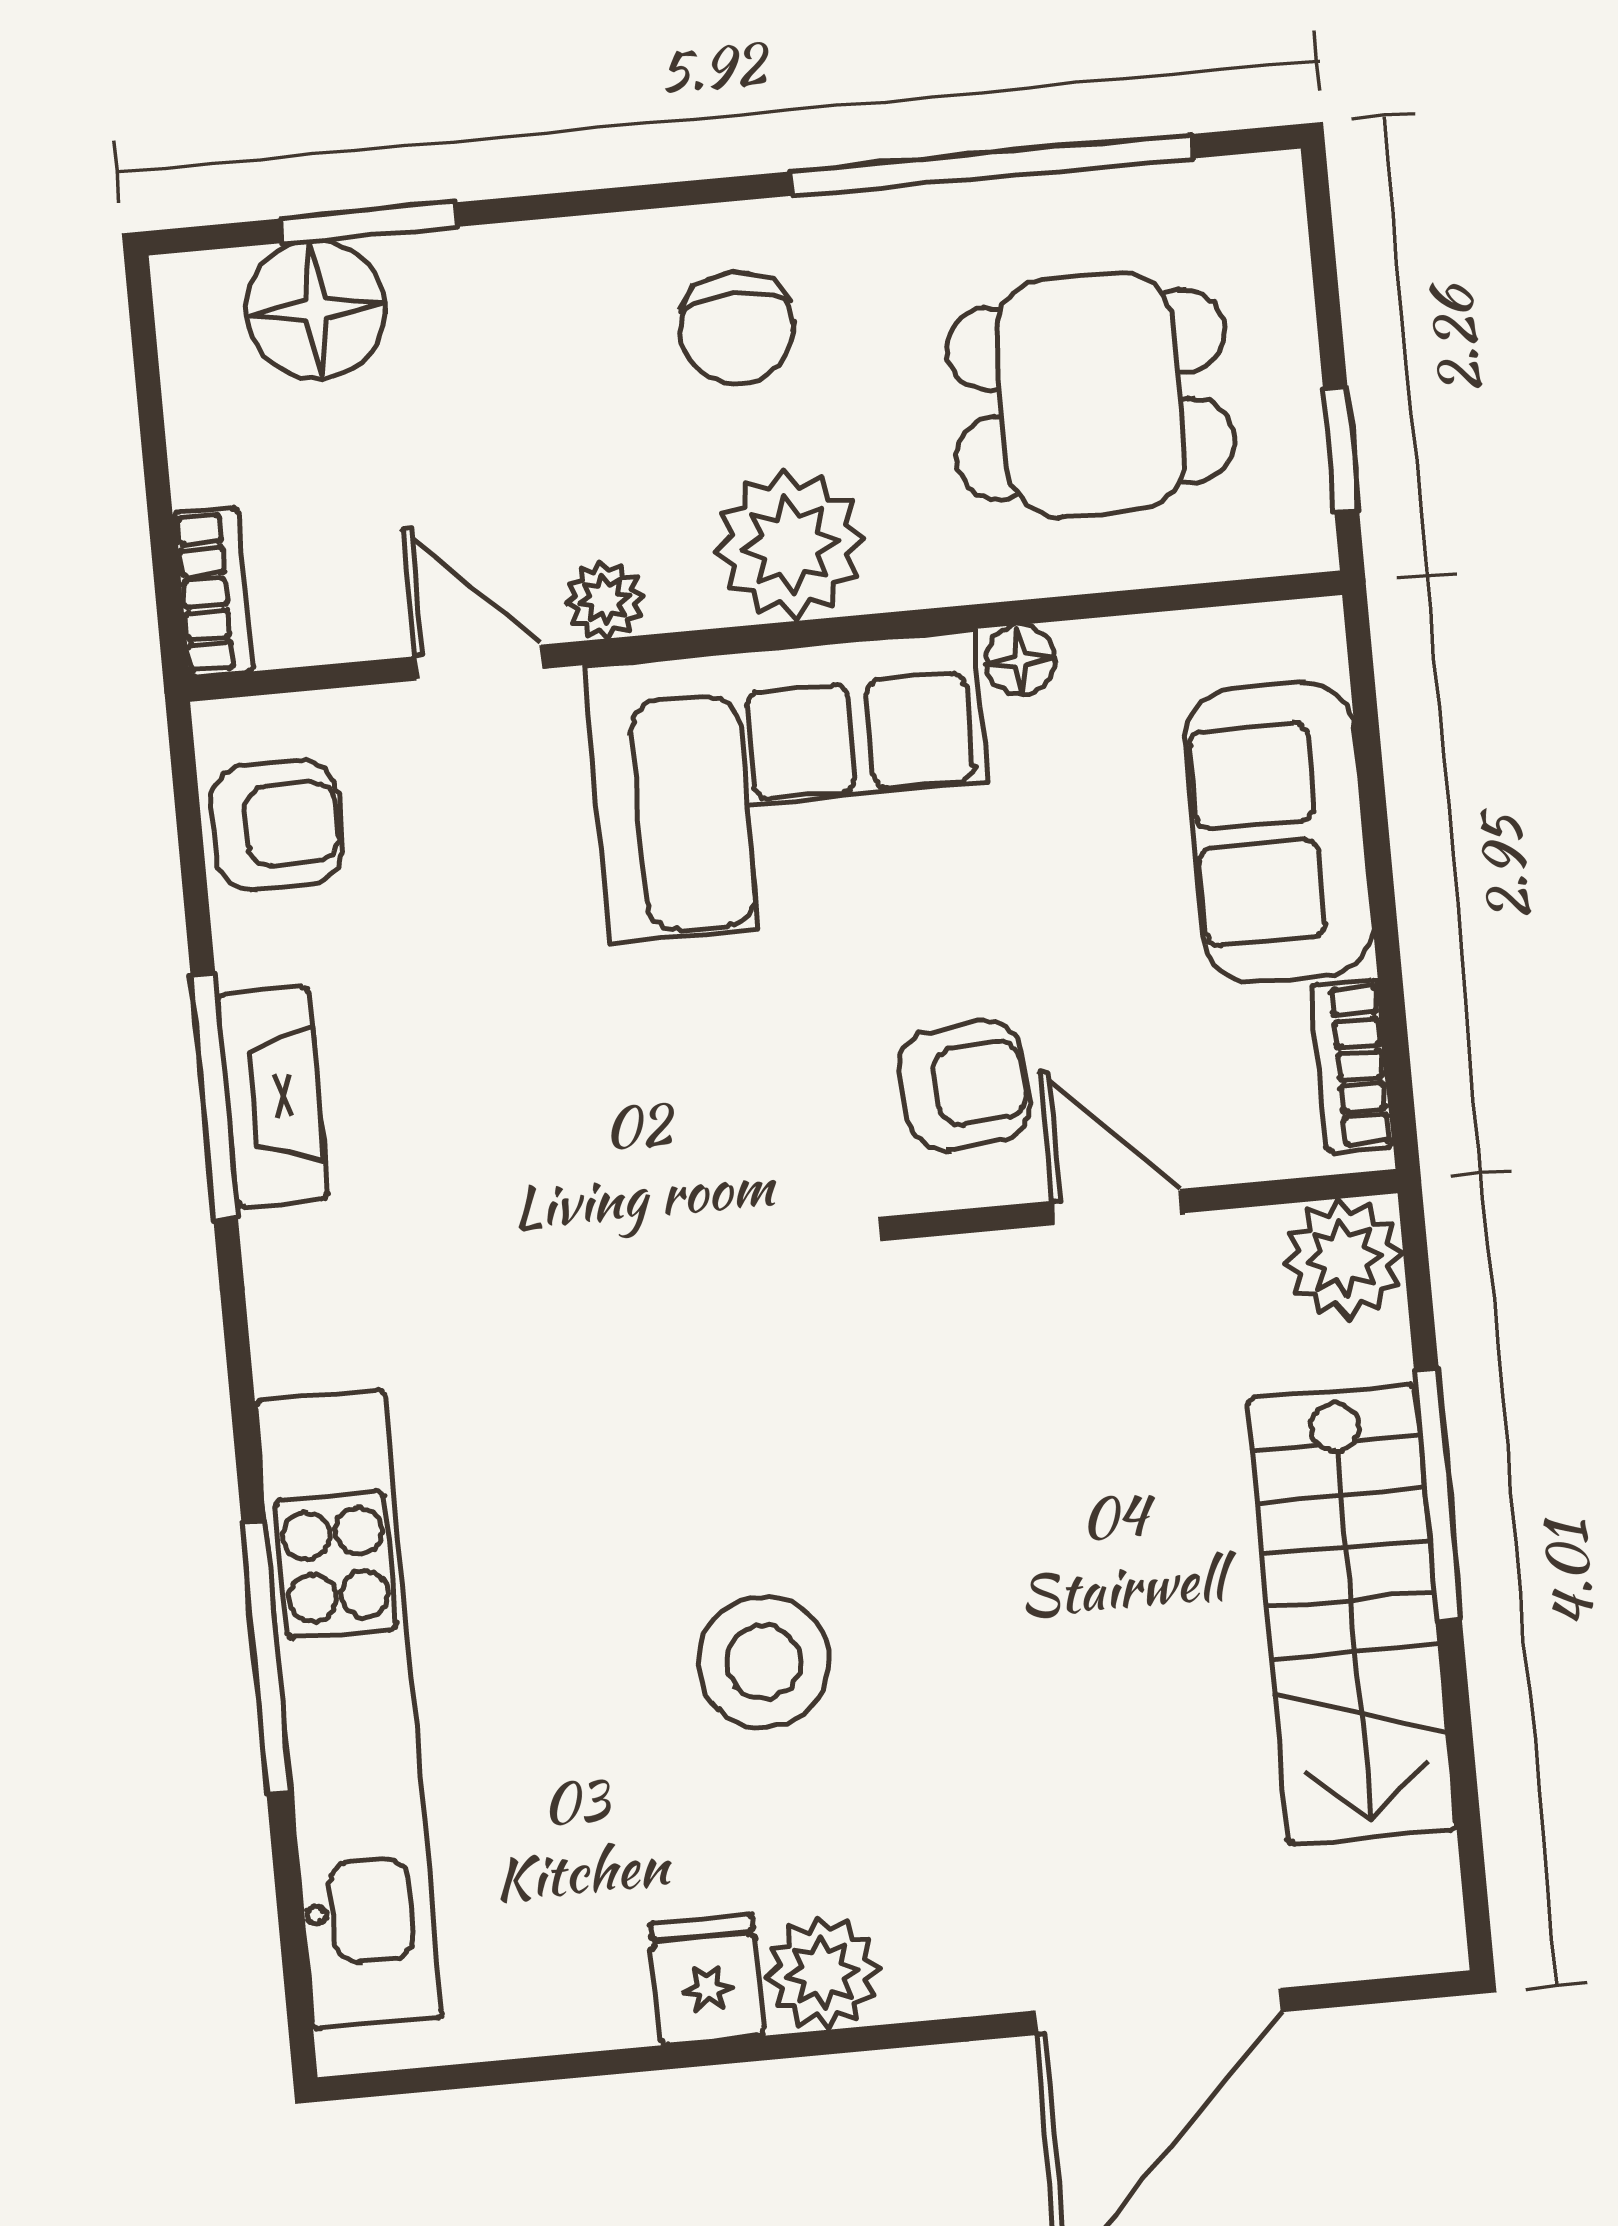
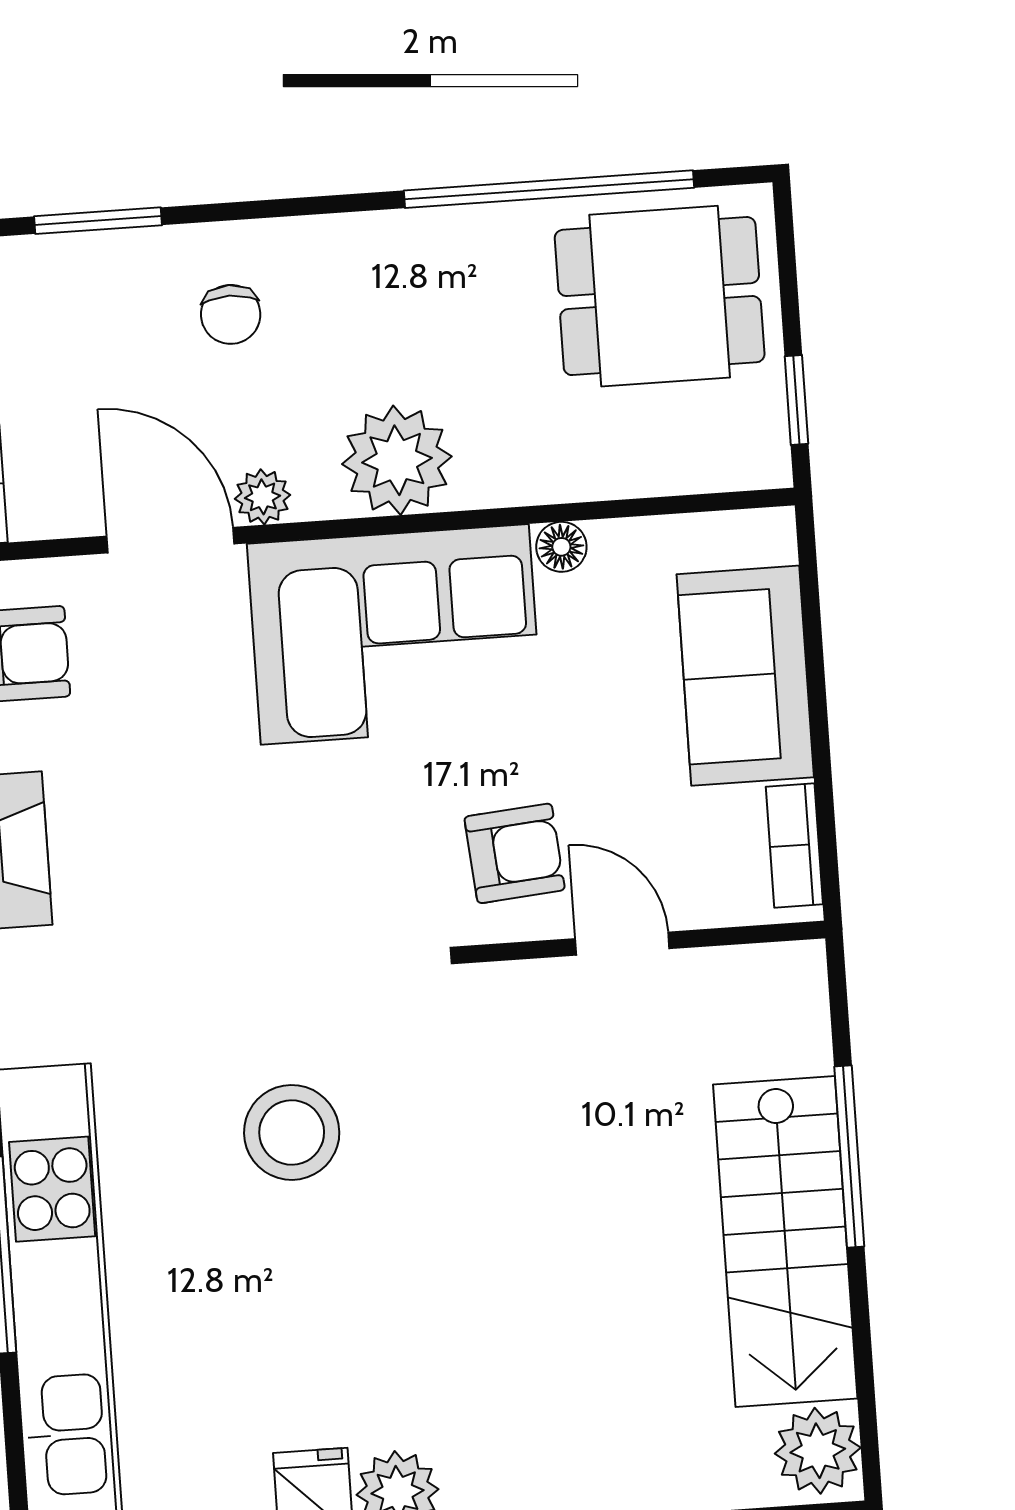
floor lamp: (316, 310) -> (59, 282), removed
chair: (737, 328) -> (231, 314), moved, width x0.73, depth x0.73
dining table: (1090, 395) -> (660, 296), moved
door: (479, 663) -> (170, 540), width x1.38
plant: (1344, 1258) -> (818, 1451), moved
stool: (764, 1662) -> (292, 1132), moved

